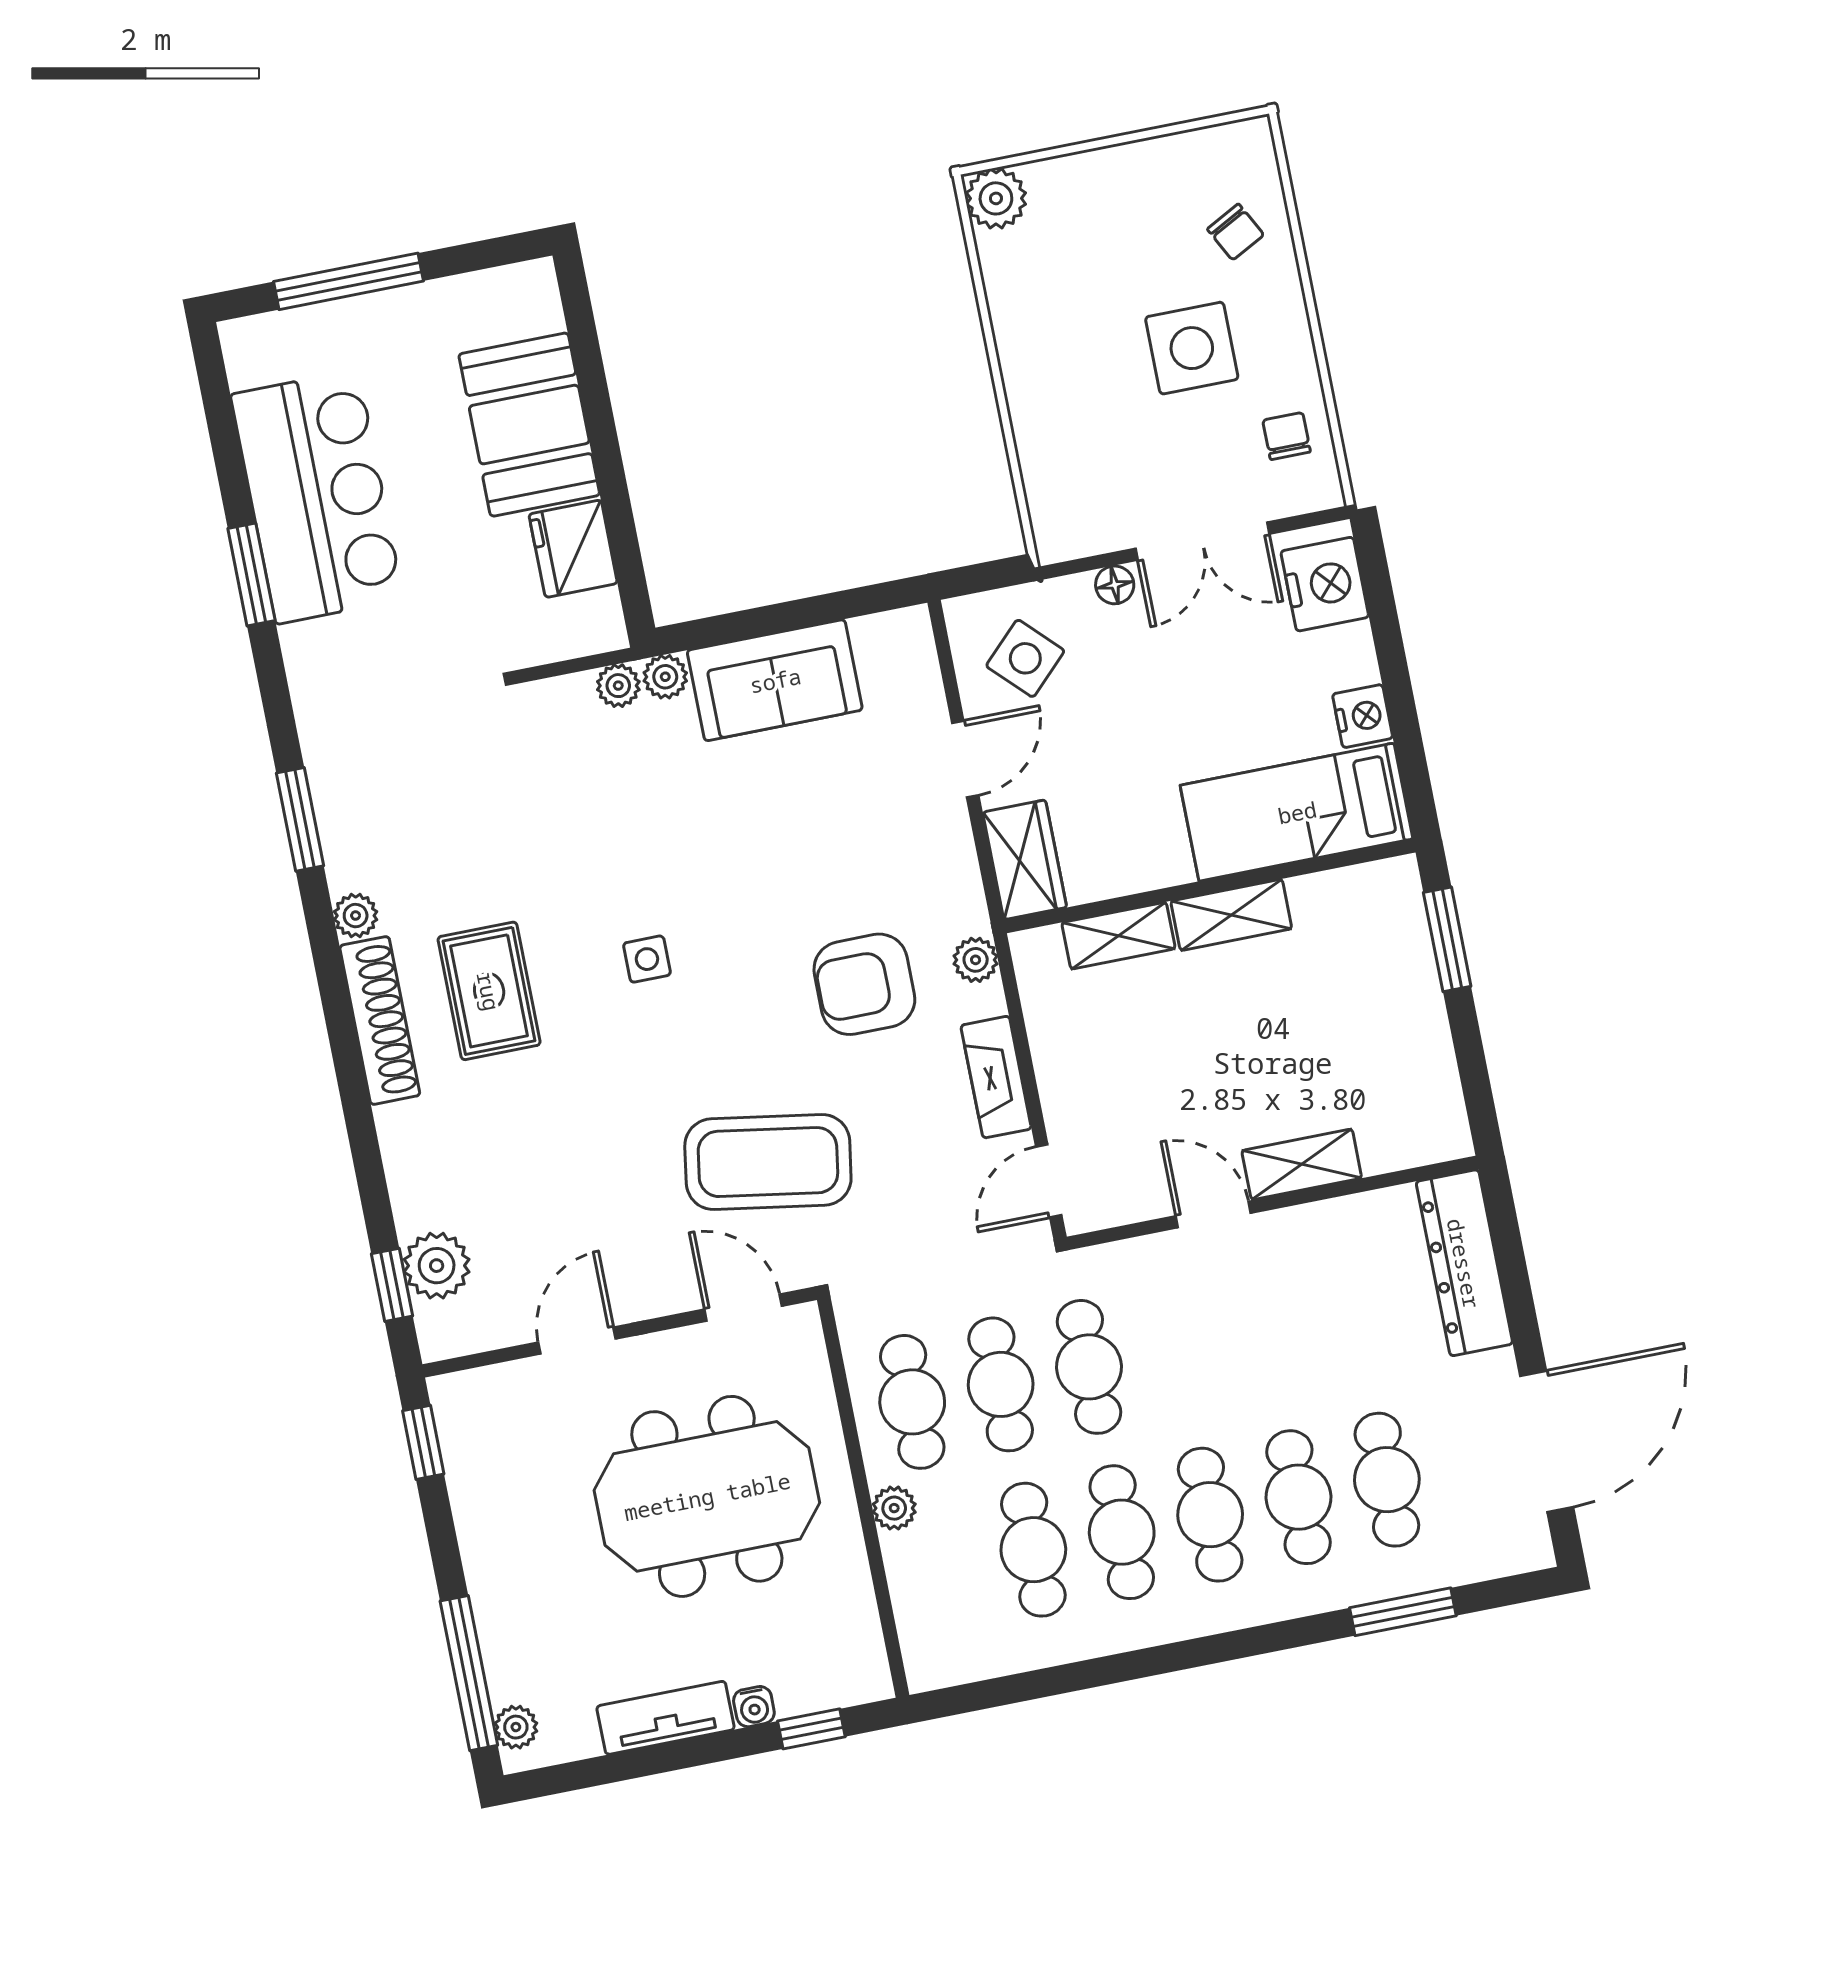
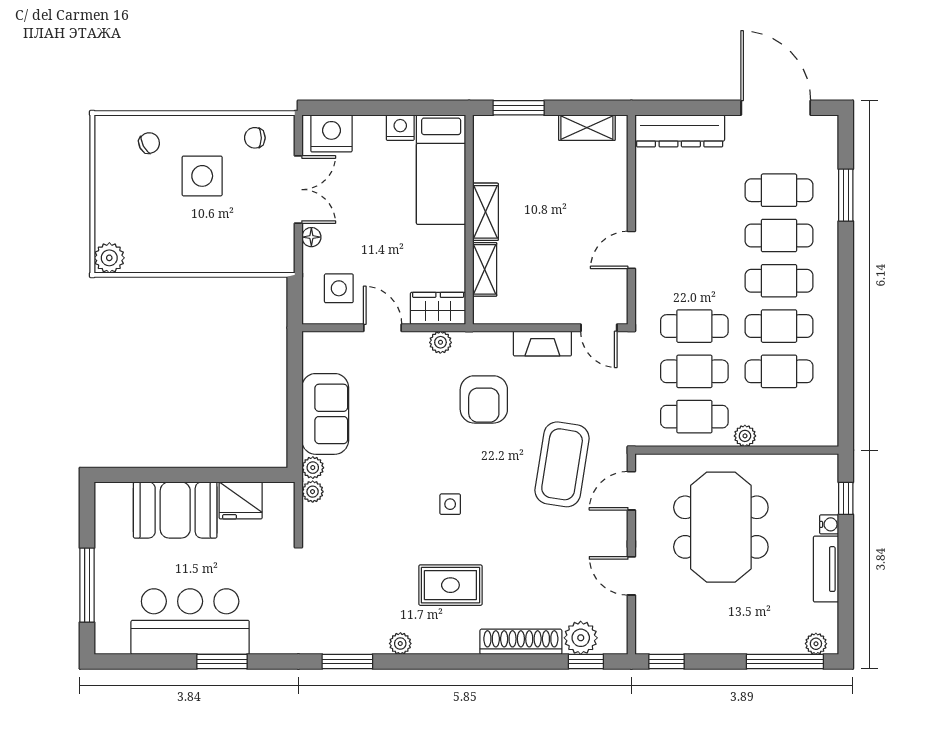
side table: (1025, 658) -> (339, 288), turned 45
plant: (976, 960) -> (440, 342), moved
shoe rack: (380, 1020) -> (521, 642), moved
shelving: (1302, 1164) -> (587, 128), moved, turned 90

